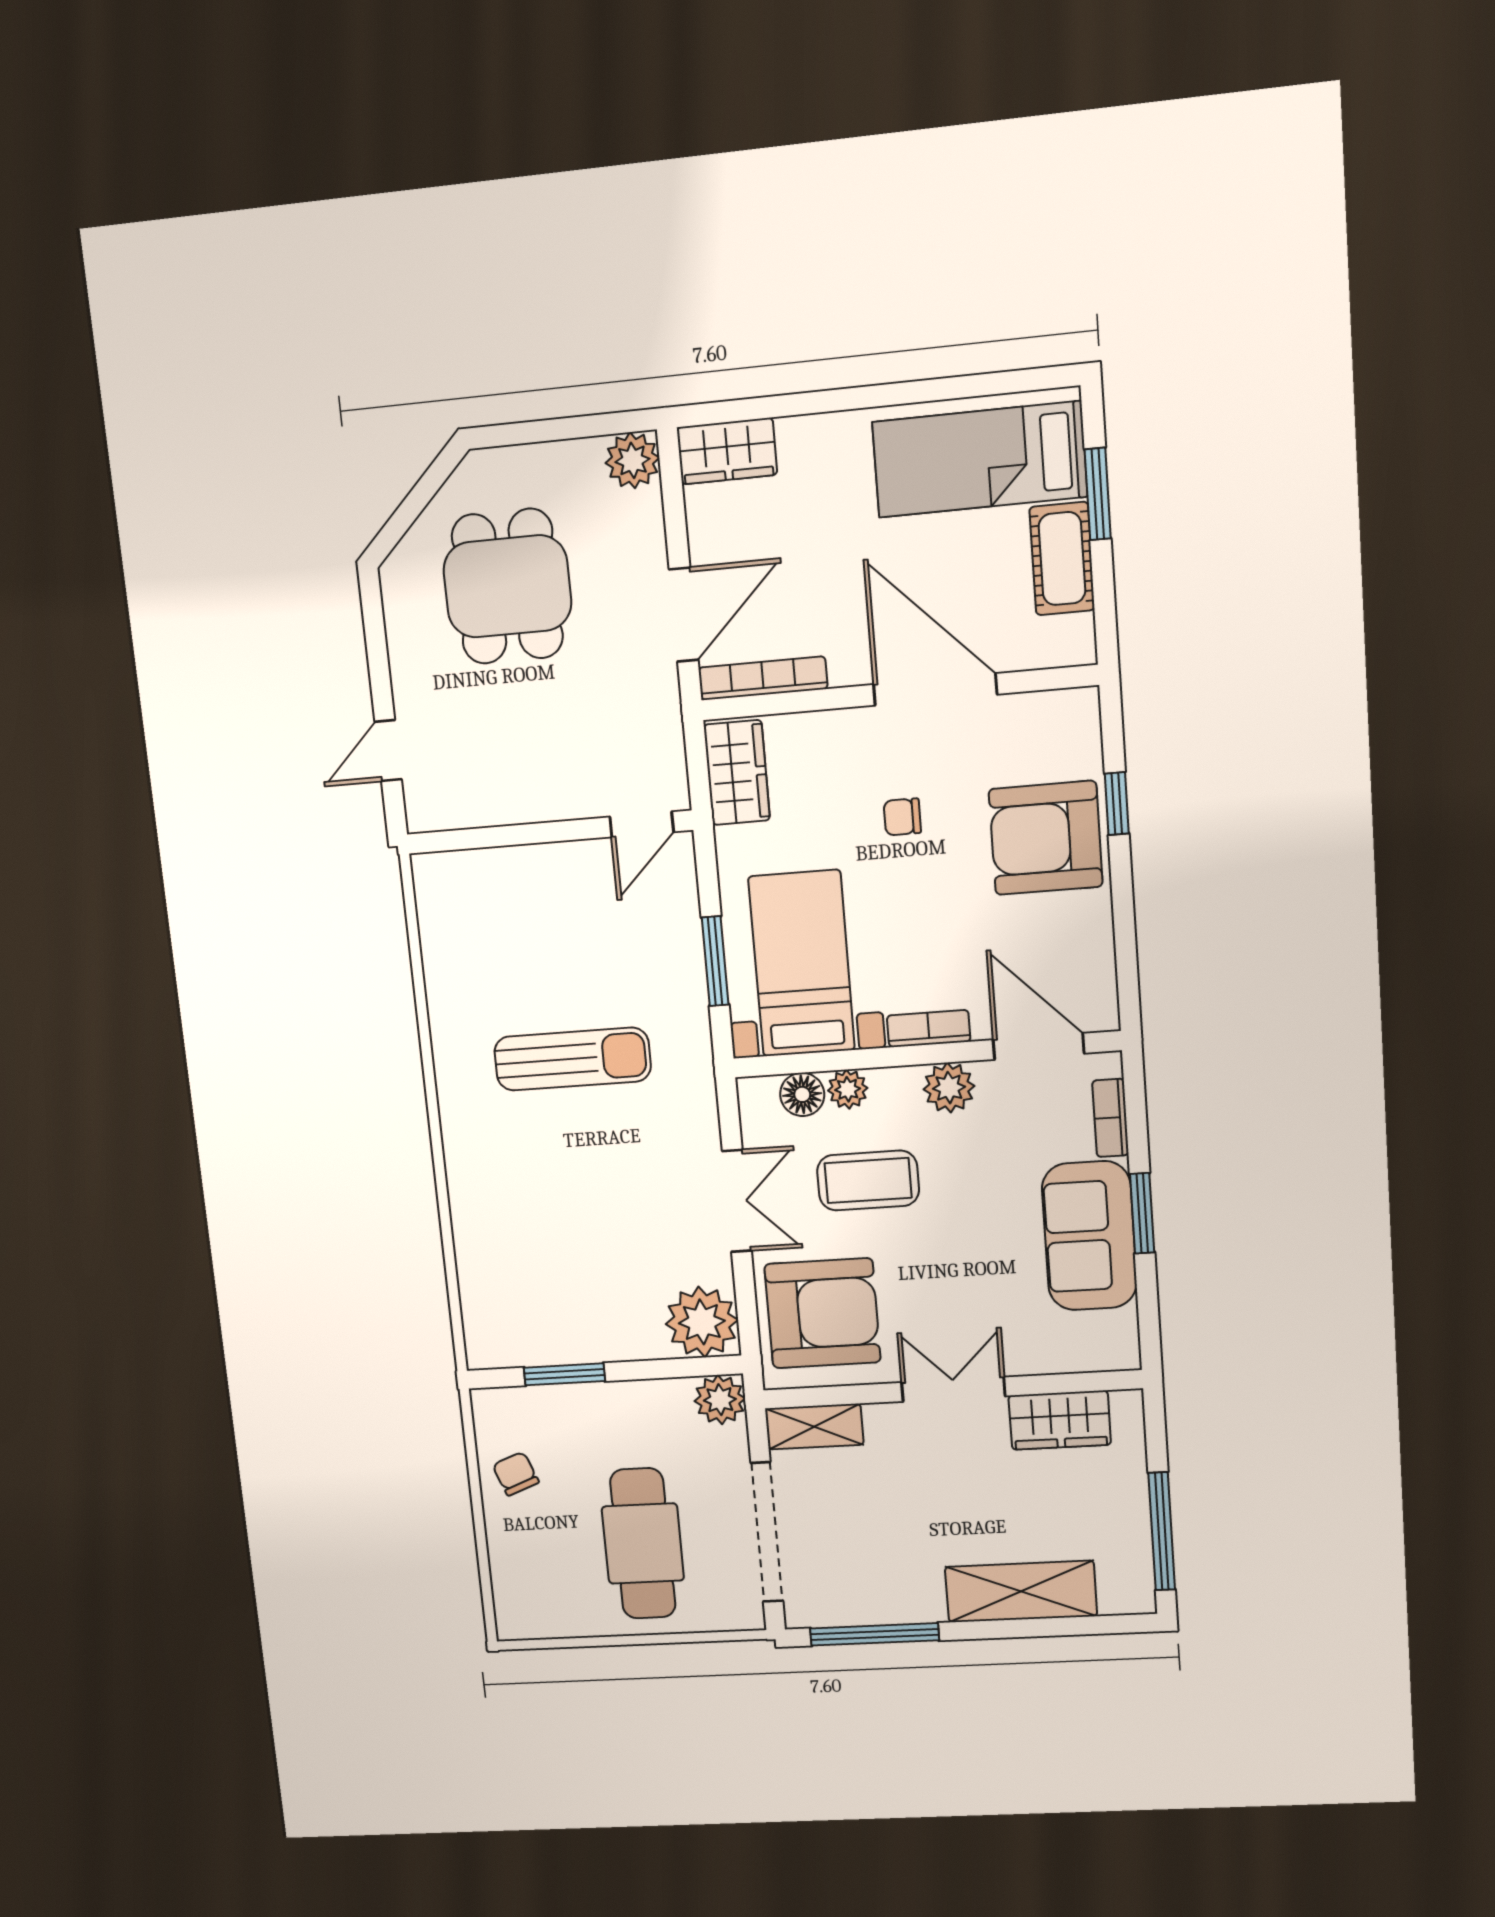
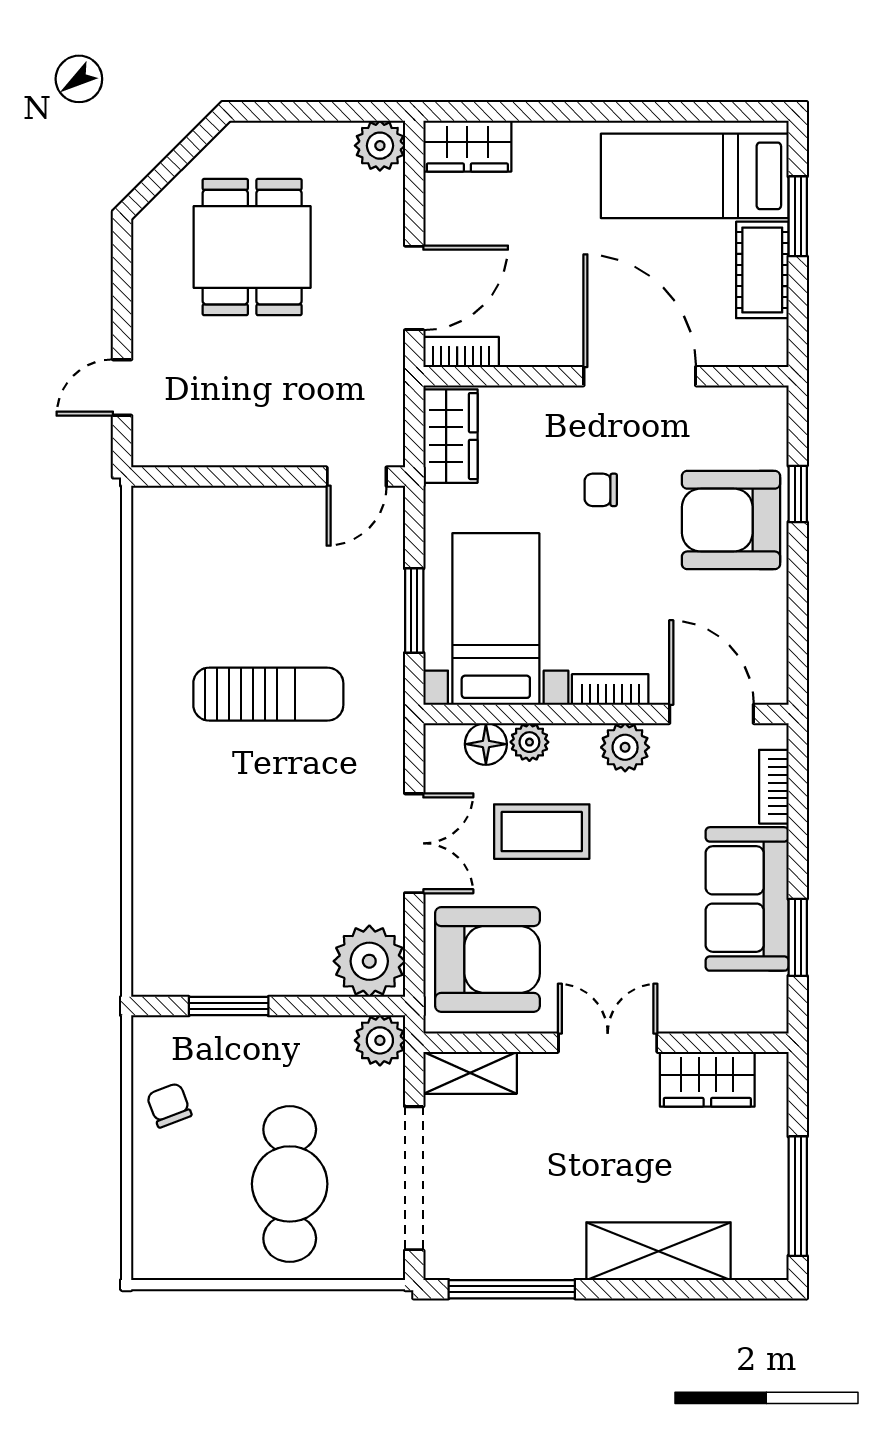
bookcase: (763, 678) -> (461, 352), width x0.64
window: (1142, 1213) -> (798, 937), moved

